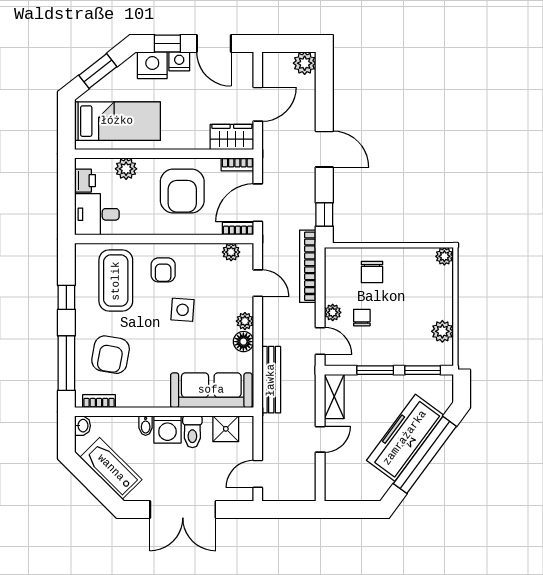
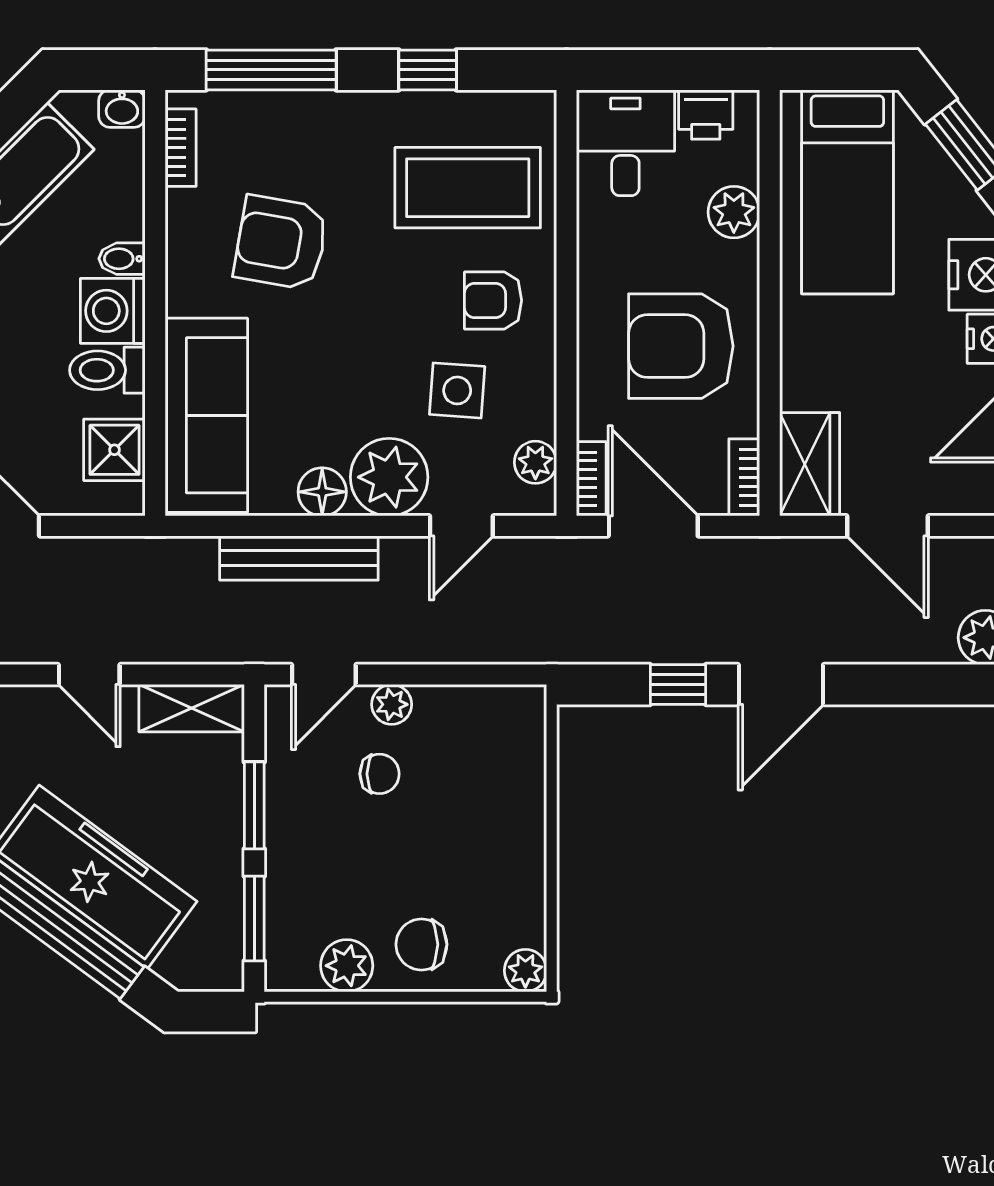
window: (324, 215) -> (678, 684), moved
bookcase: (308, 266) -> (502, 645), removed
chair: (372, 272) -> (421, 944), moved
side table: (183, 310) -> (457, 390), moved
plant: (245, 321) -> (389, 477), width x1.88, depth x1.88
armchair: (111, 355) -> (281, 243), moved
bench: (271, 380) -> (299, 558), moved

